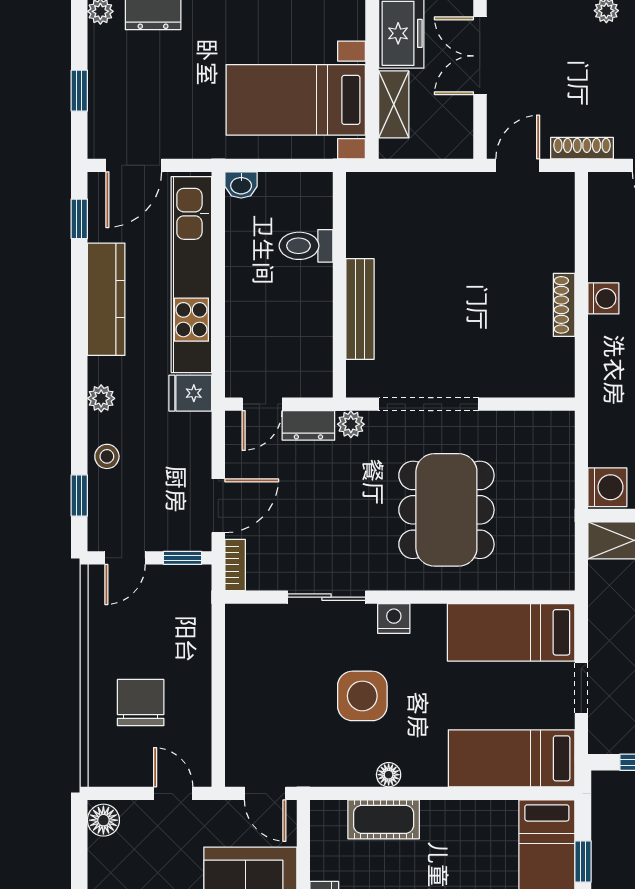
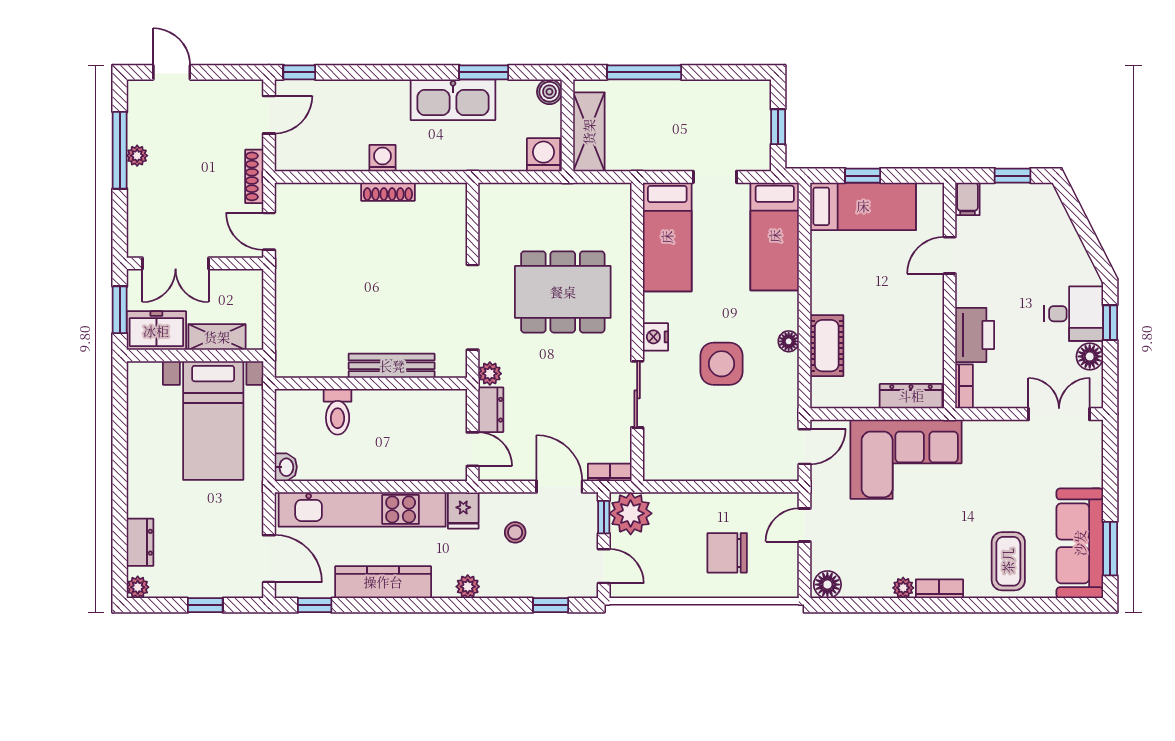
stool: (107, 456) -> (515, 532), moved
plant: (187, 589) -> (631, 513), added

